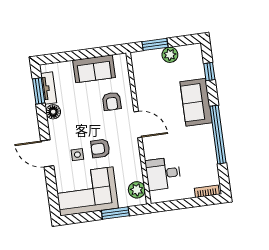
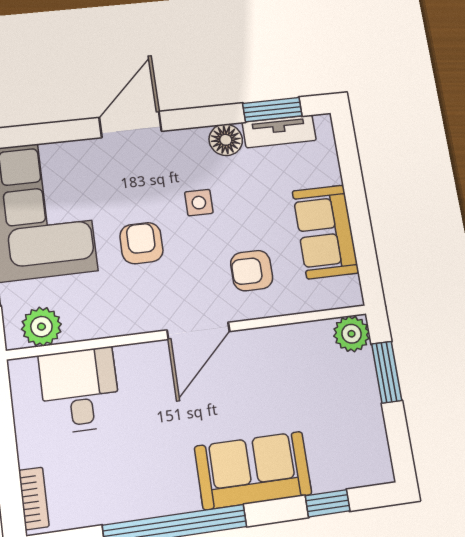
plant: (170, 55) -> (352, 334), moved
side table: (77, 155) -> (199, 203), moved

